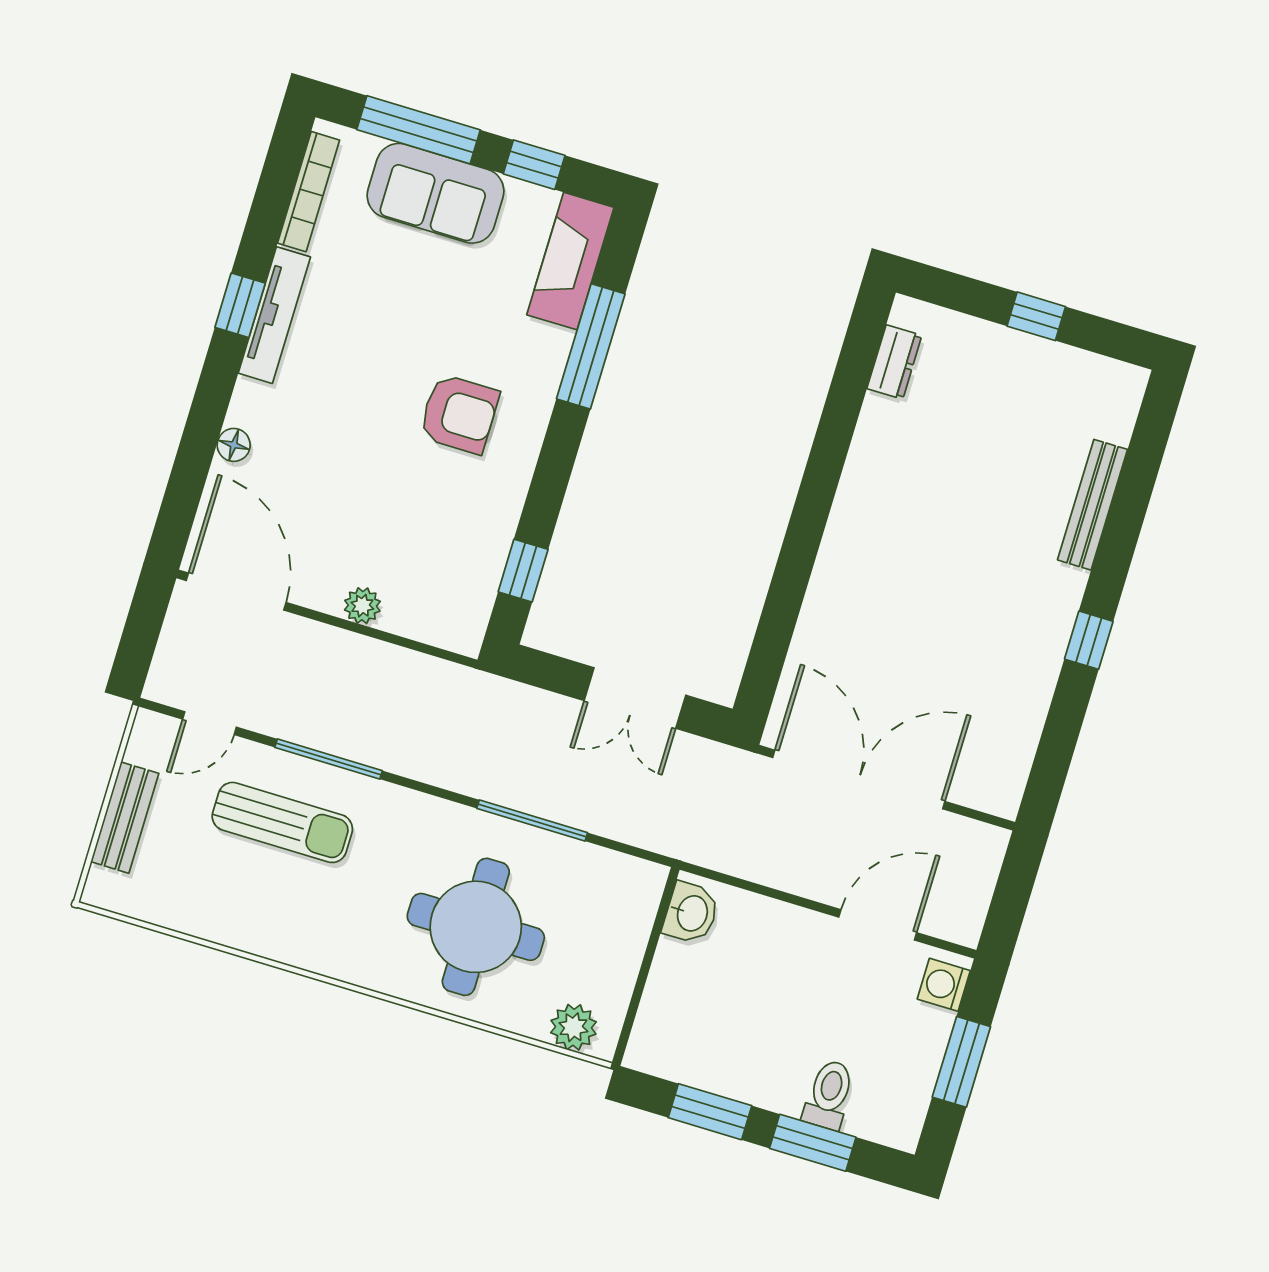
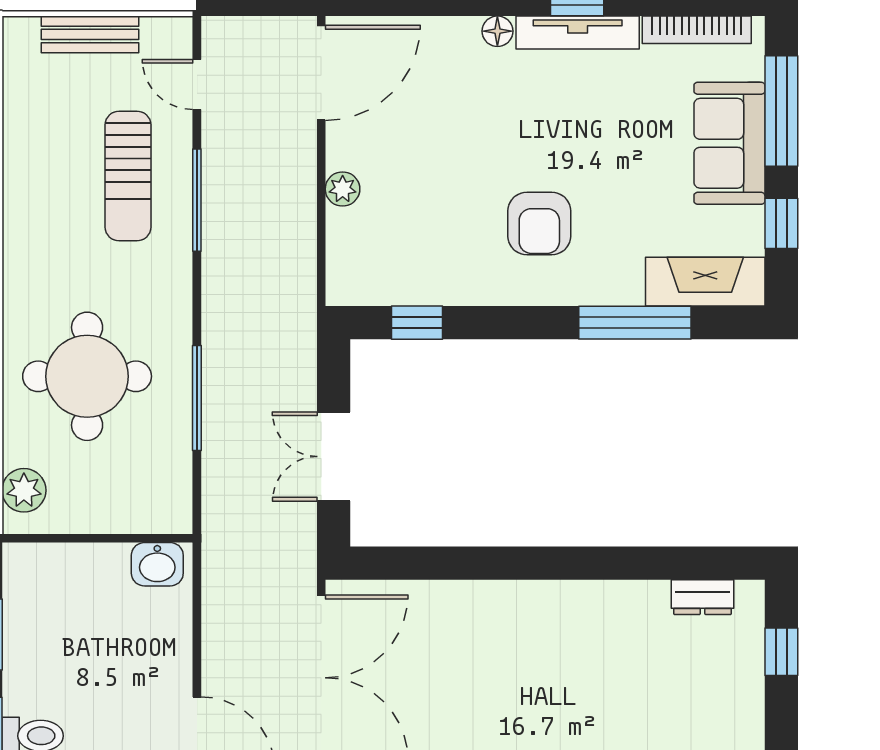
window: (1036, 316) -> (781, 652), moved
floor lamp: (234, 445) -> (497, 31), moved

